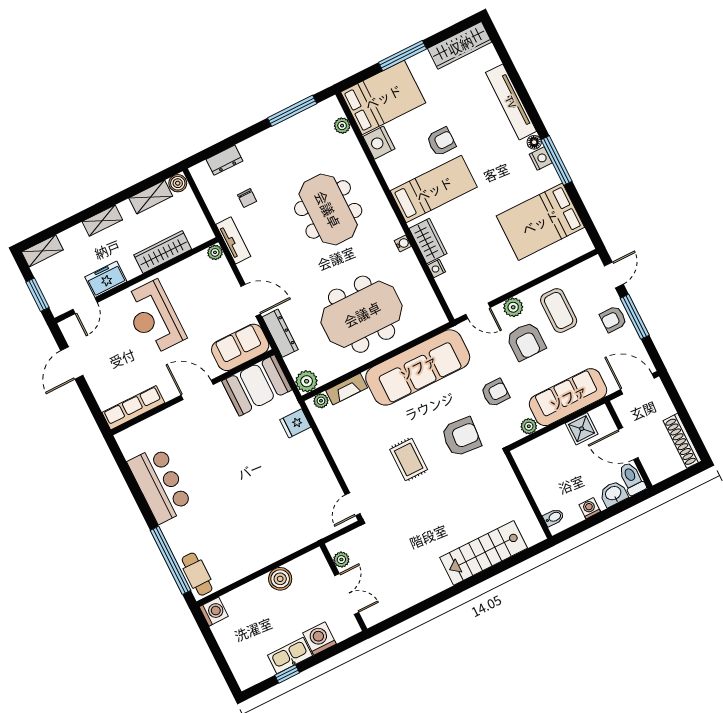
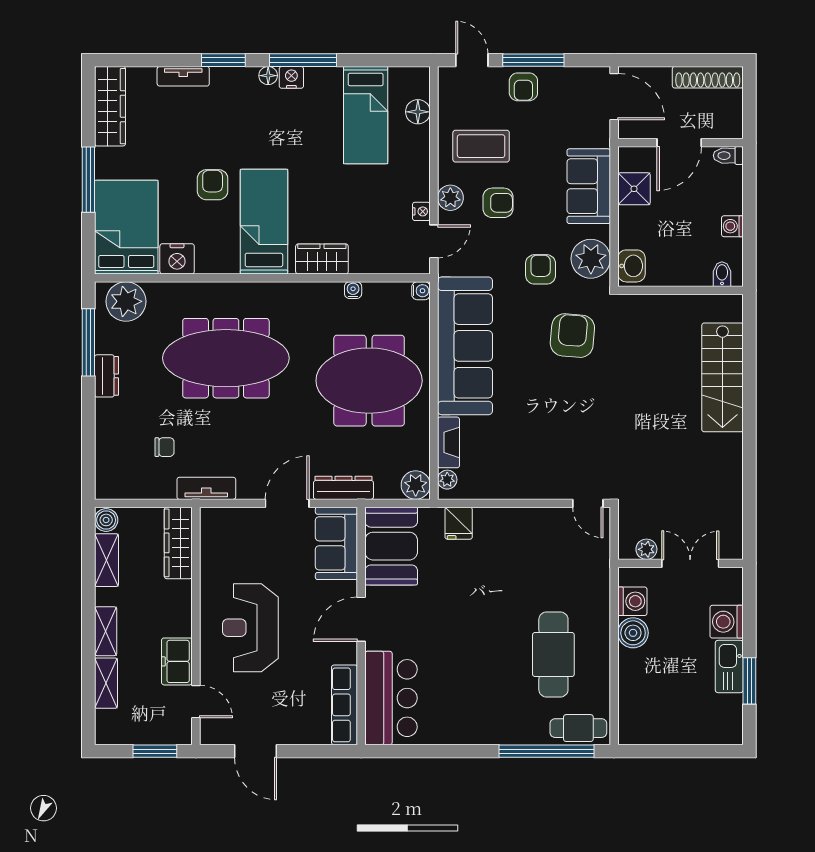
tv unit: (511, 102) -> (183, 76), width x0.52, depth x0.78
window: (529, 107) -> (223, 60), added
plant: (342, 126) -> (126, 301), width x1.87, depth x1.87
dresser: (224, 160) -> (106, 376), moved
meeting table: (328, 209) -> (226, 358), width x1.36
bed: (540, 222) -> (366, 115), width x0.67
water cooler: (403, 243) -> (353, 290), moved
shelving: (42, 251) -> (106, 683), moved
wardrobe: (163, 252) -> (178, 543), moved
plant: (215, 252) -> (210, 517), removed
floor lamp: (560, 256) -> (418, 112), added
nightstand: (436, 268) -> (421, 211), moved, turned -90
meeting table: (362, 314) -> (369, 381), turned 90
reception desk: (154, 318) -> (250, 628), turned 90
water cooler: (440, 319) -> (421, 291), added
armchair: (526, 341) -> (498, 203), width x0.72, depth x0.72
door: (637, 384) -> (614, 97), swing flipped
sofa: (568, 397) -> (589, 186), width x0.73
plant: (529, 426) -> (591, 259), width x1.87, depth x1.87
rug: (409, 460) -> (568, 411), removed
toilet: (632, 479) -> (728, 156), width x0.73, depth x0.72
bar counter: (160, 485) -> (391, 698), moved, turned 90
washbasin: (613, 494) -> (631, 266), moved, turned 180
cafe table: (238, 532) -> (553, 655), added
washing machine: (214, 612) -> (632, 601), moved, turned 90
window: (287, 674) -> (749, 681), width x1.50

